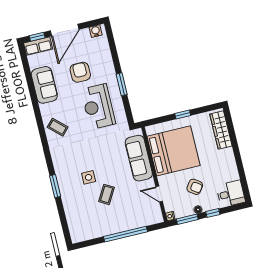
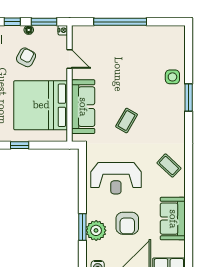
plant: (104, 60) -> (96, 230), added
window: (122, 84) -> (82, 227), moved
reception desk: (98, 107) -> (116, 178), turned 90
side table: (89, 177) -> (172, 77), moved
armchair: (195, 187) -> (26, 57), turned 83
coffee table: (107, 194) -> (127, 121), moved

